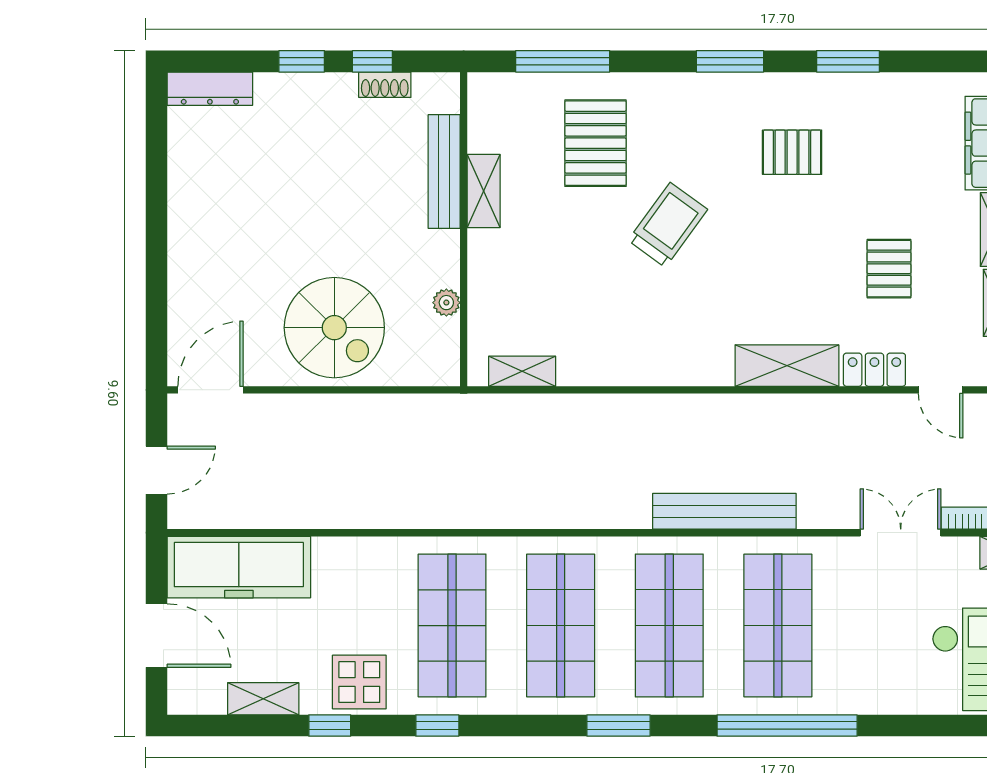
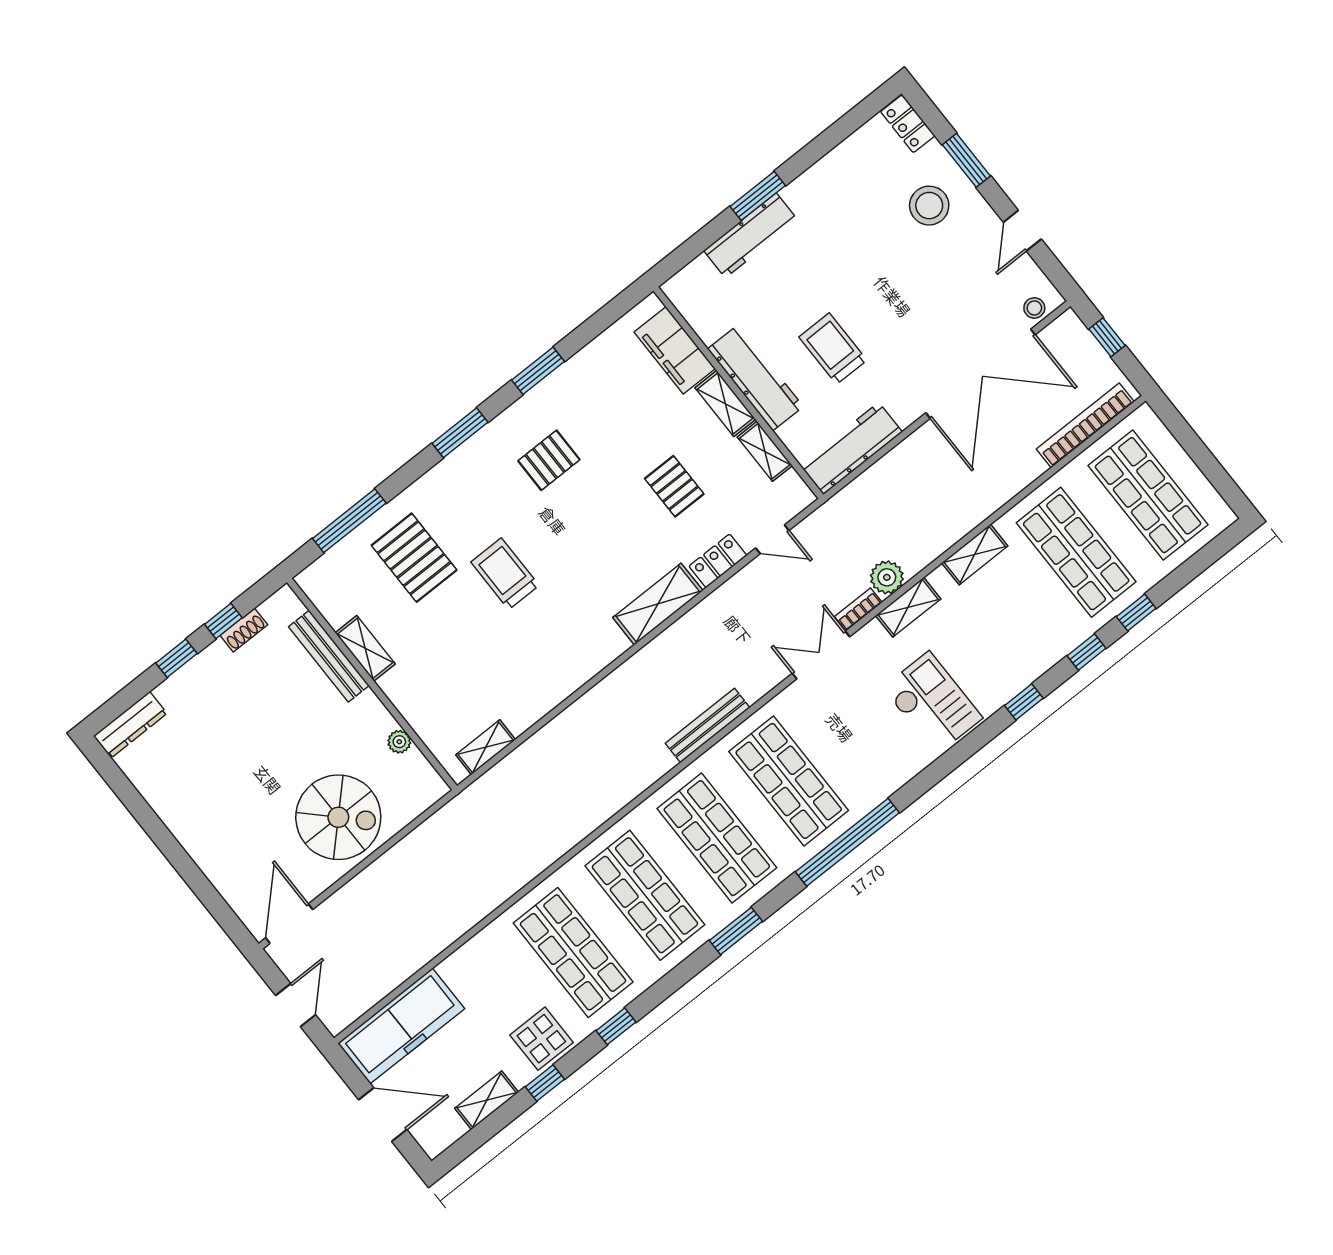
trolley: (668, 225) -> (505, 574), turned -36
bench: (724, 511) -> (708, 725), width x0.73, depth x0.82

